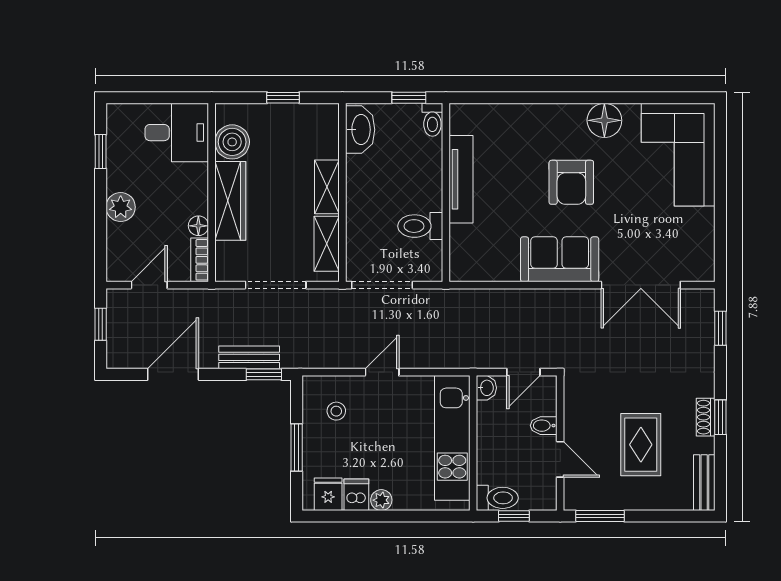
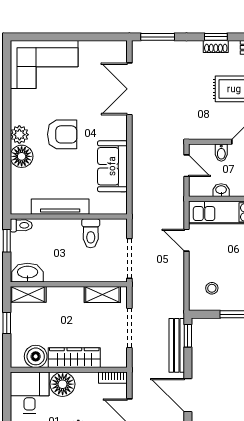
plant: (571, 117) -> (19, 135), added
floor lamp: (604, 120) -> (22, 156), moved
shelving: (327, 187) -> (28, 294), moved
floor lamp: (198, 226) -> (63, 384), moved, width x1.89, depth x1.89
sofa: (560, 259) -> (112, 166), moved
double door: (641, 285) -> (129, 89), swing flipped
window: (720, 328) -> (158, 37), width x1.50
bench: (249, 357) -> (177, 345), width x1.36
door: (382, 372) -> (186, 240), moved
washbasin: (486, 388) -> (221, 190), moved

